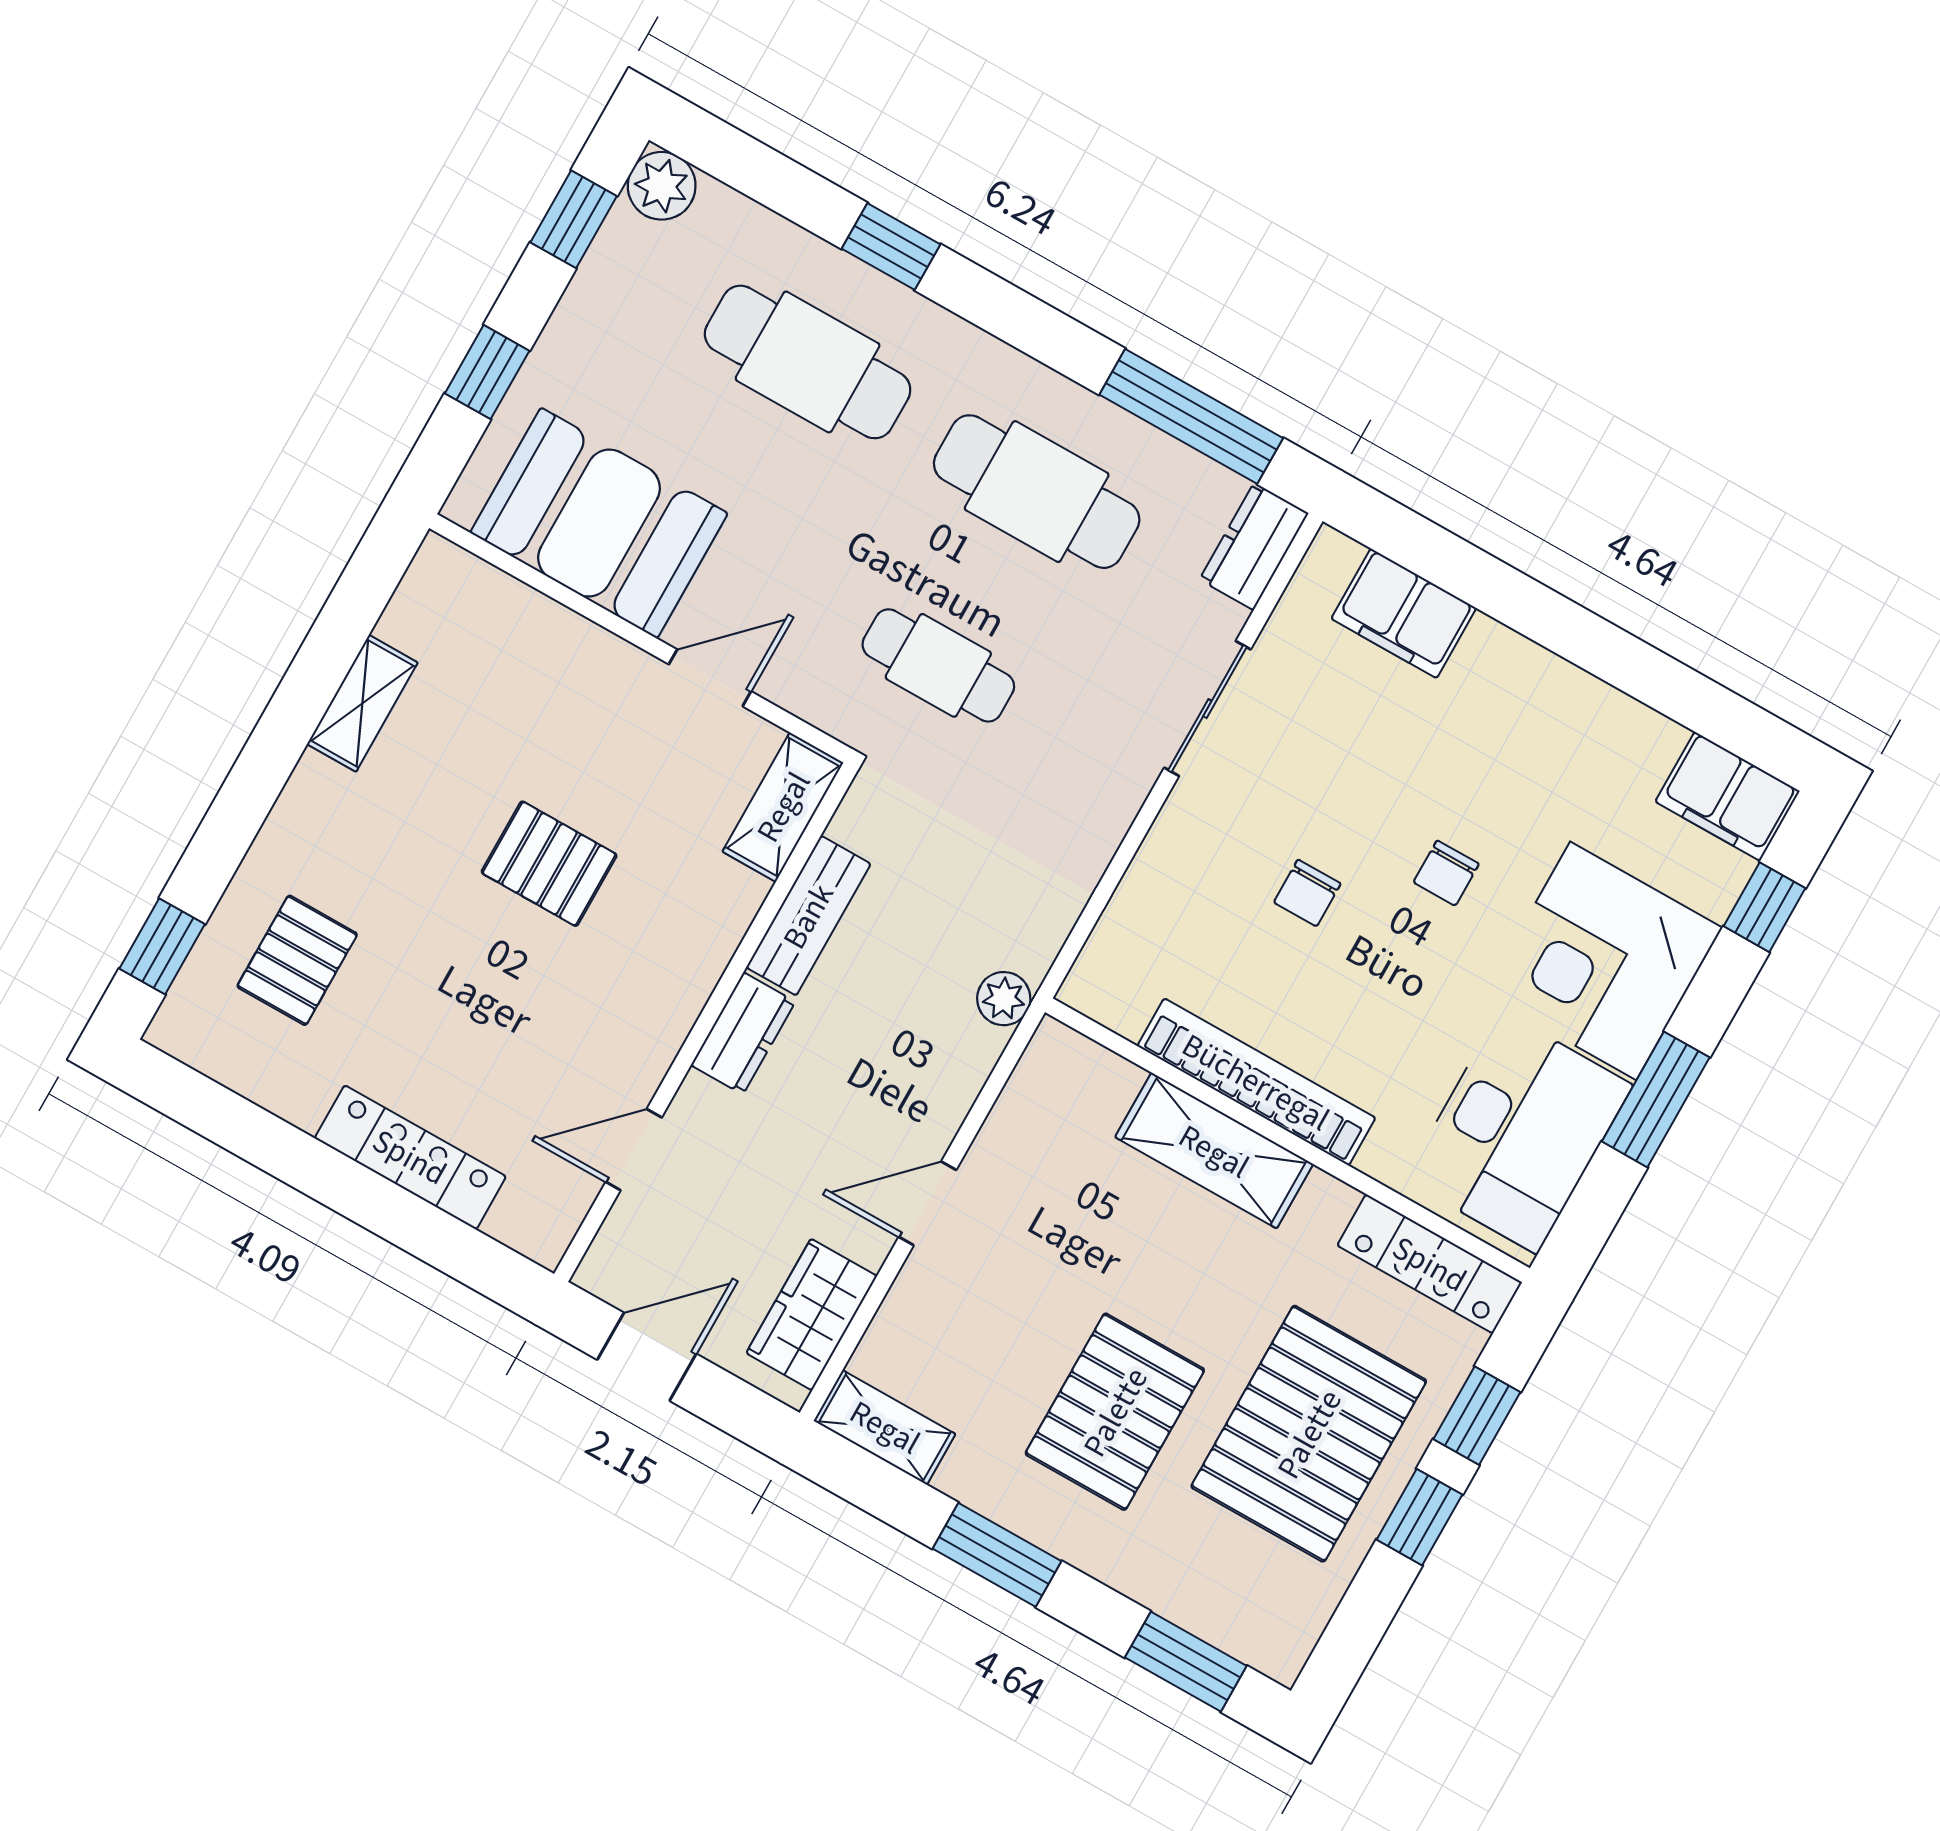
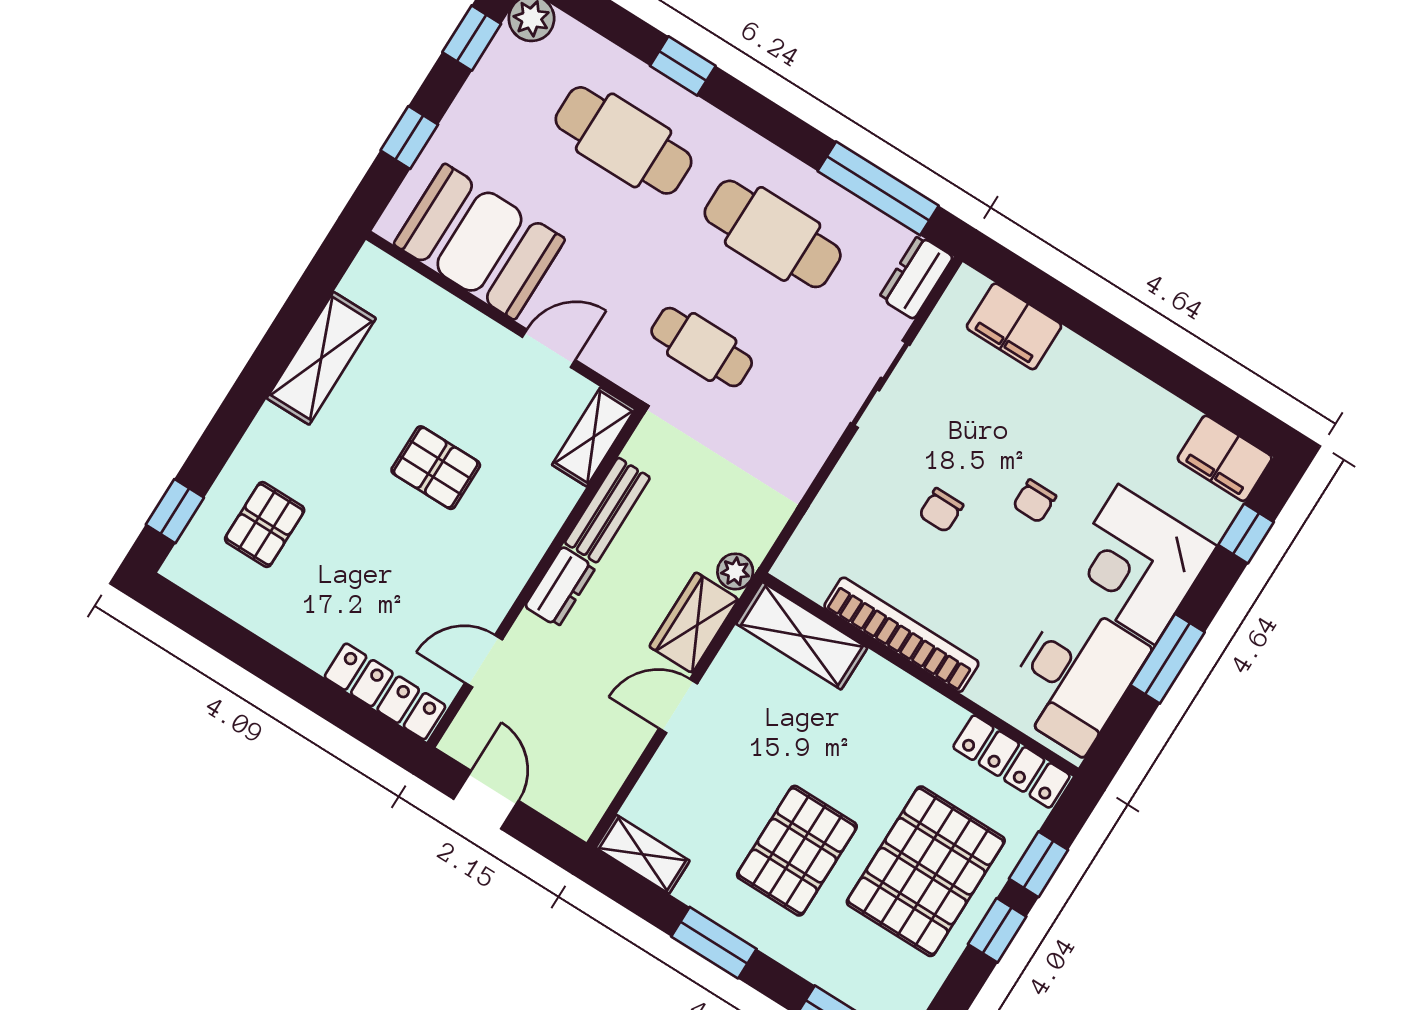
shelving: (362, 703) -> (321, 358), width x1.50, depth x1.33
shelving: (1214, 1151) -> (802, 636), moved
locker: (410, 1157) -> (385, 691), moved
wardrobe: (812, 1315) -> (694, 623), moved
door: (647, 1357) -> (486, 800), hinge flipped

